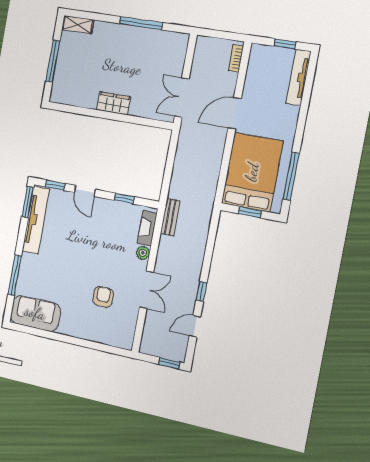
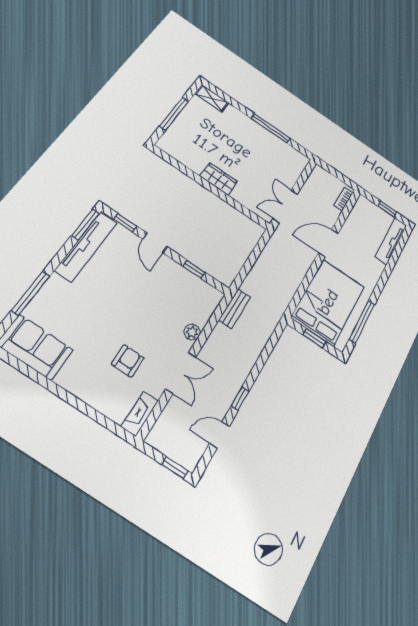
fireplace: (147, 228) -> (140, 414), moved

